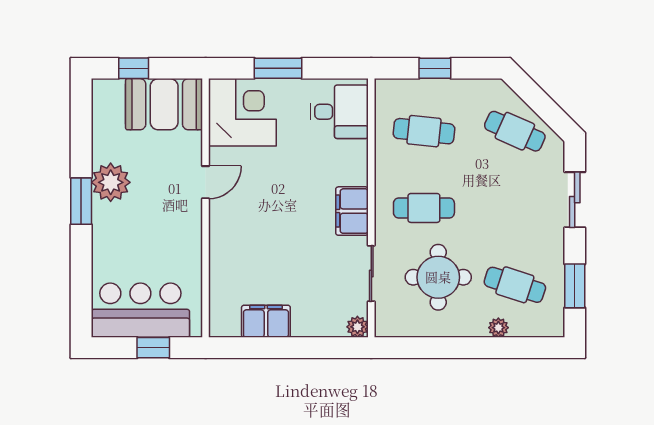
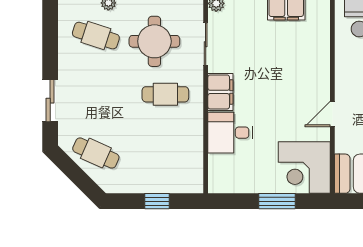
desk: (339, 112) -> (230, 133), moved
cafe table: (424, 131) -> (165, 153), removed
window: (575, 286) -> (50, 35), removed

